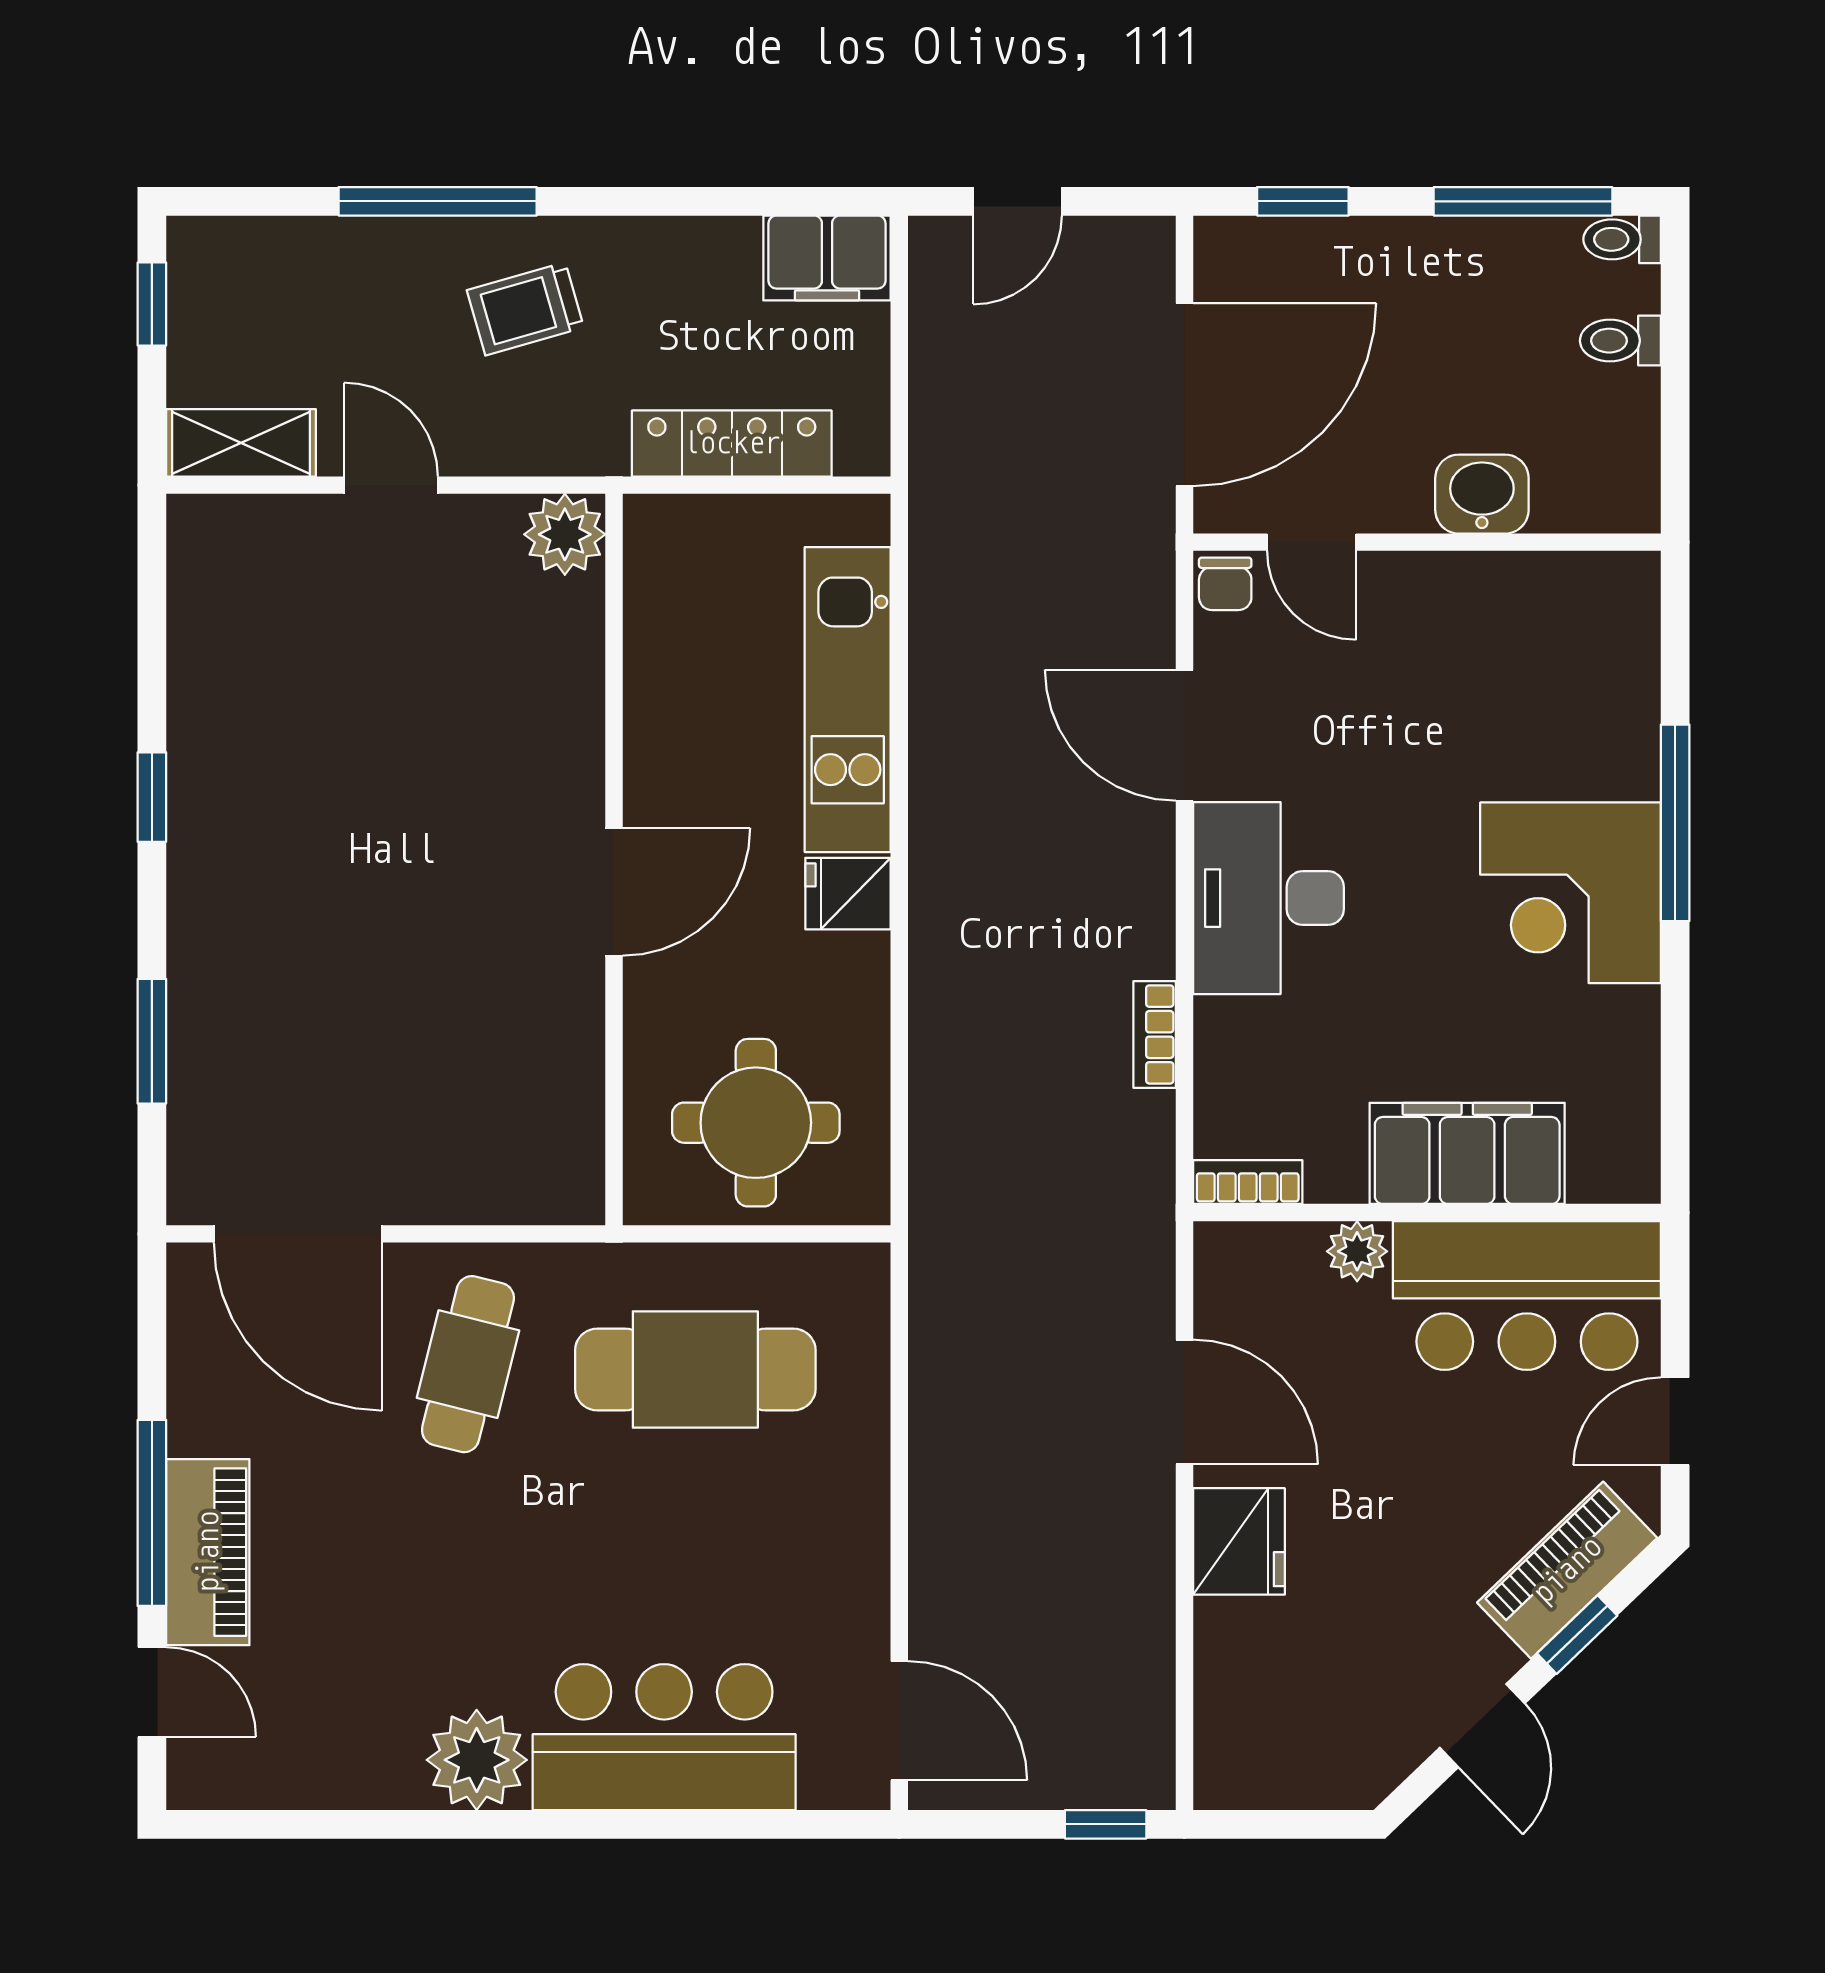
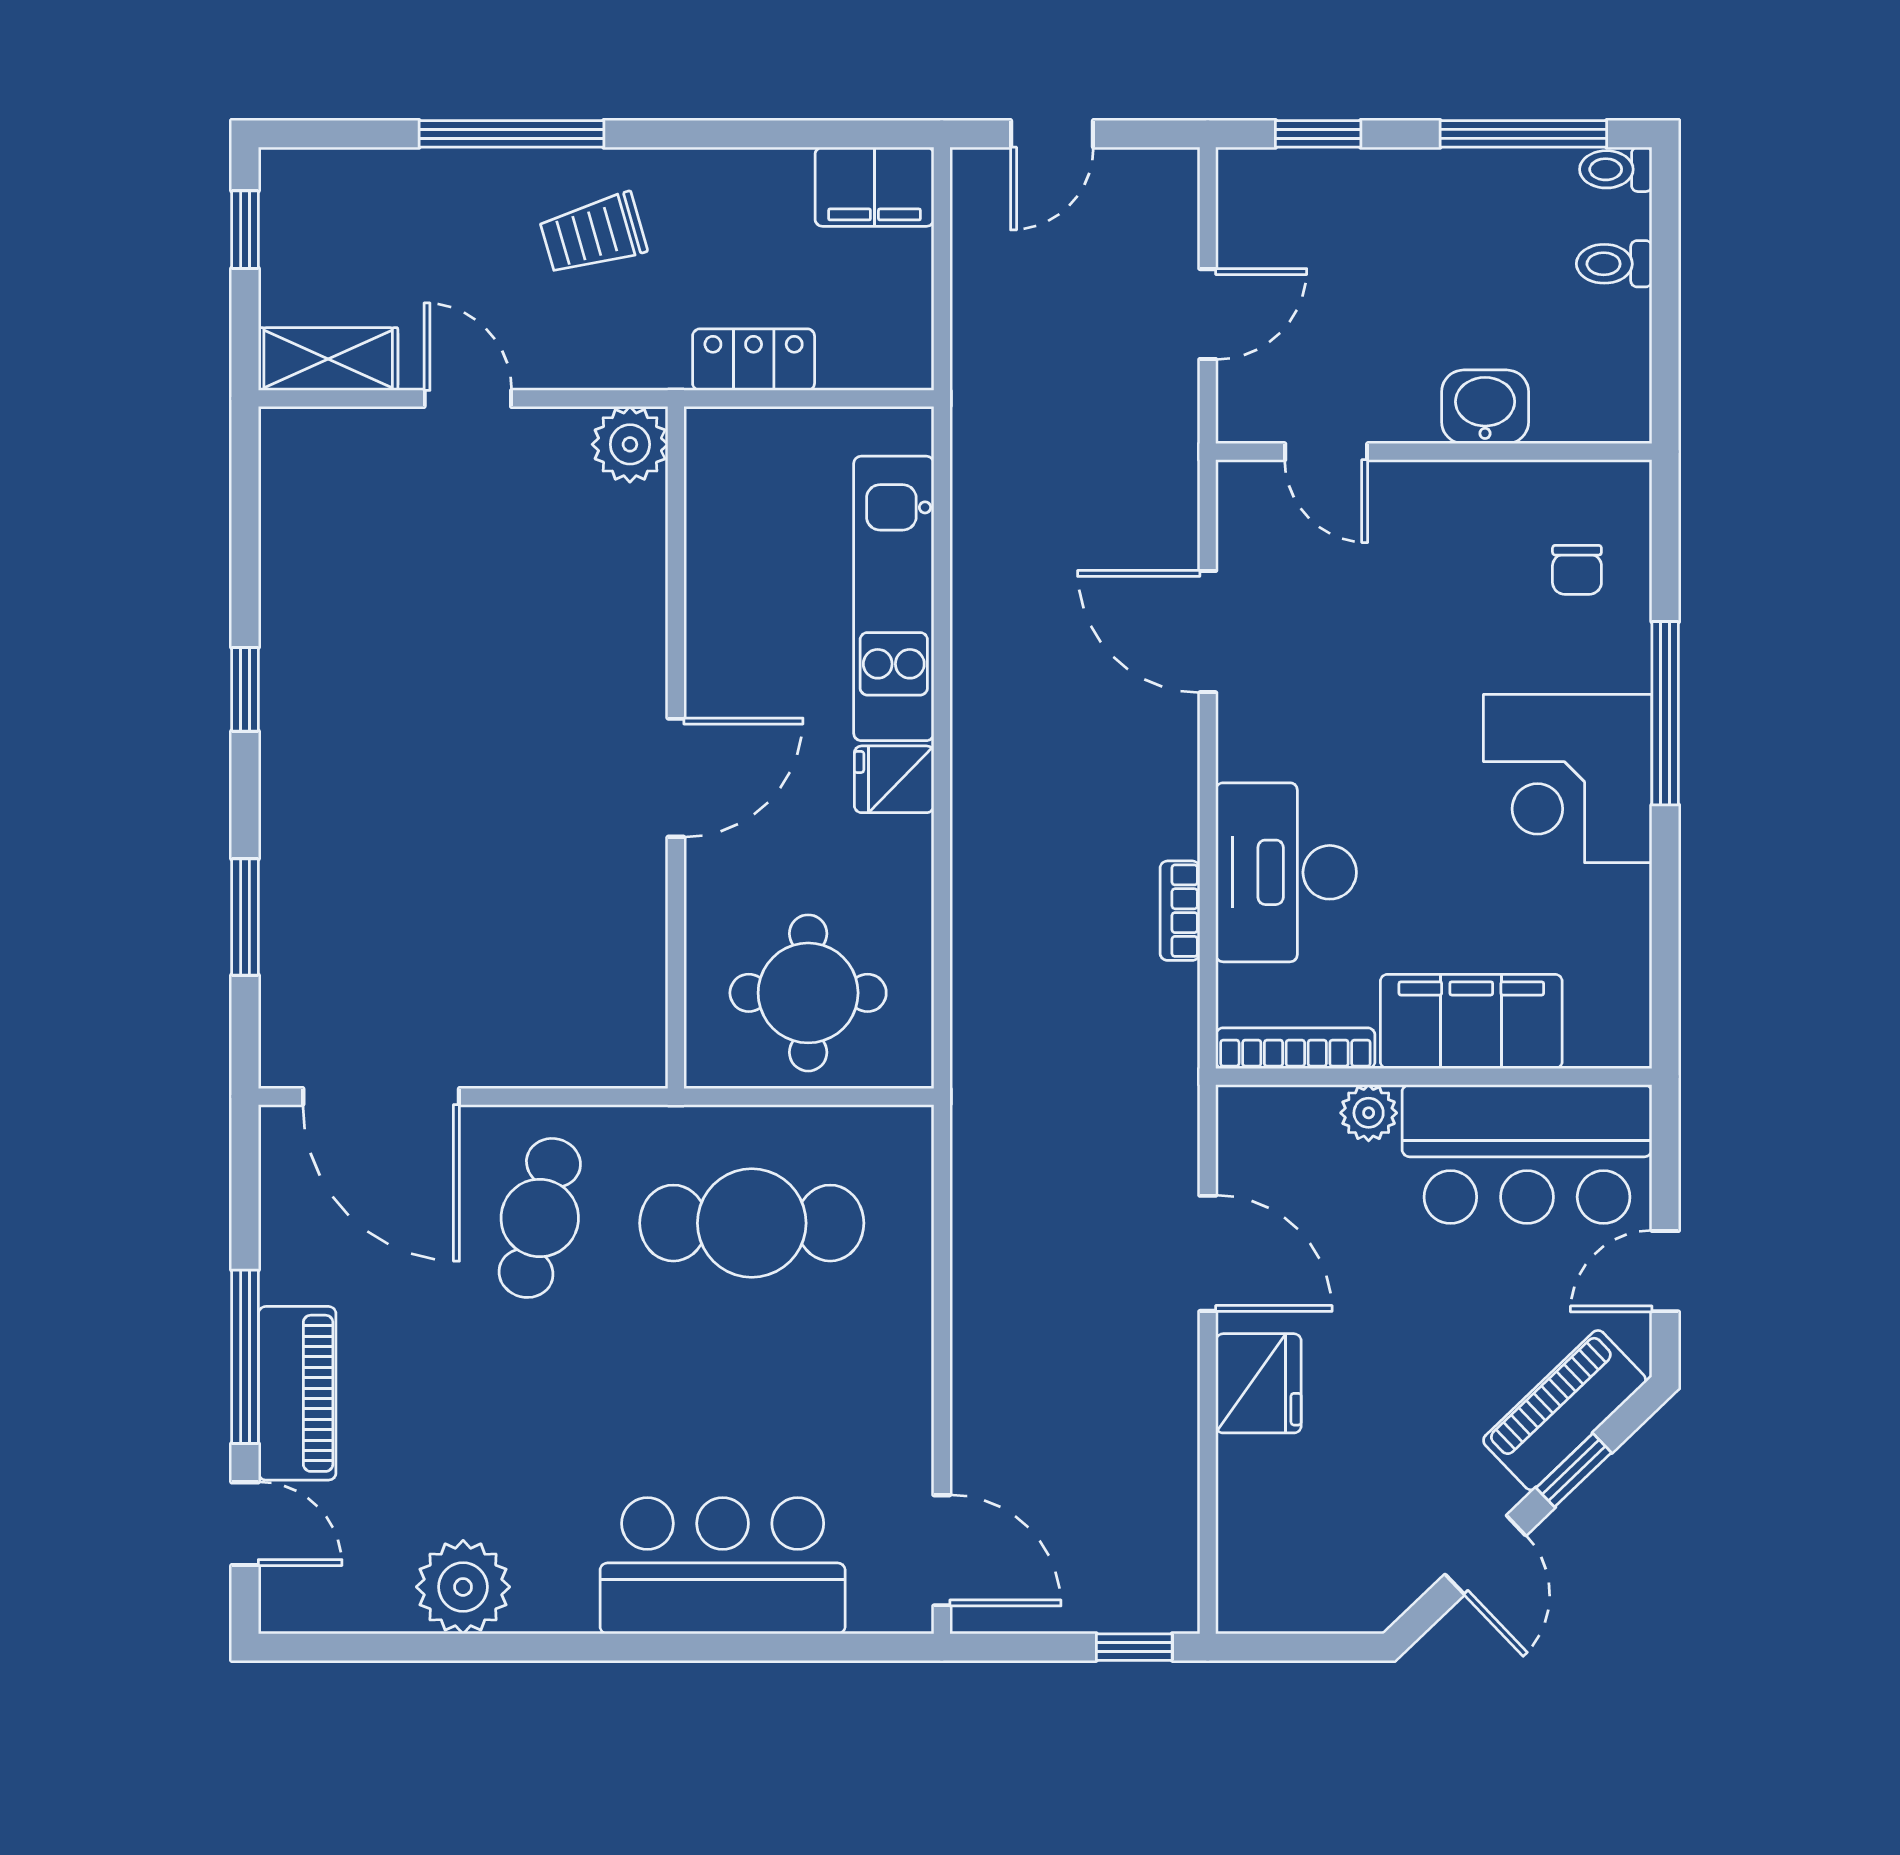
door: (1184, 395) -> (1208, 314), width x0.53
locker: (732, 443) -> (754, 360), width x0.66
chair: (1225, 584) -> (1577, 570), moved
desk: (1268, 898) -> (1286, 872), moved
bookcase: (1248, 1182) -> (1295, 1048), width x1.56
plant: (477, 1760) -> (463, 1587), moved

